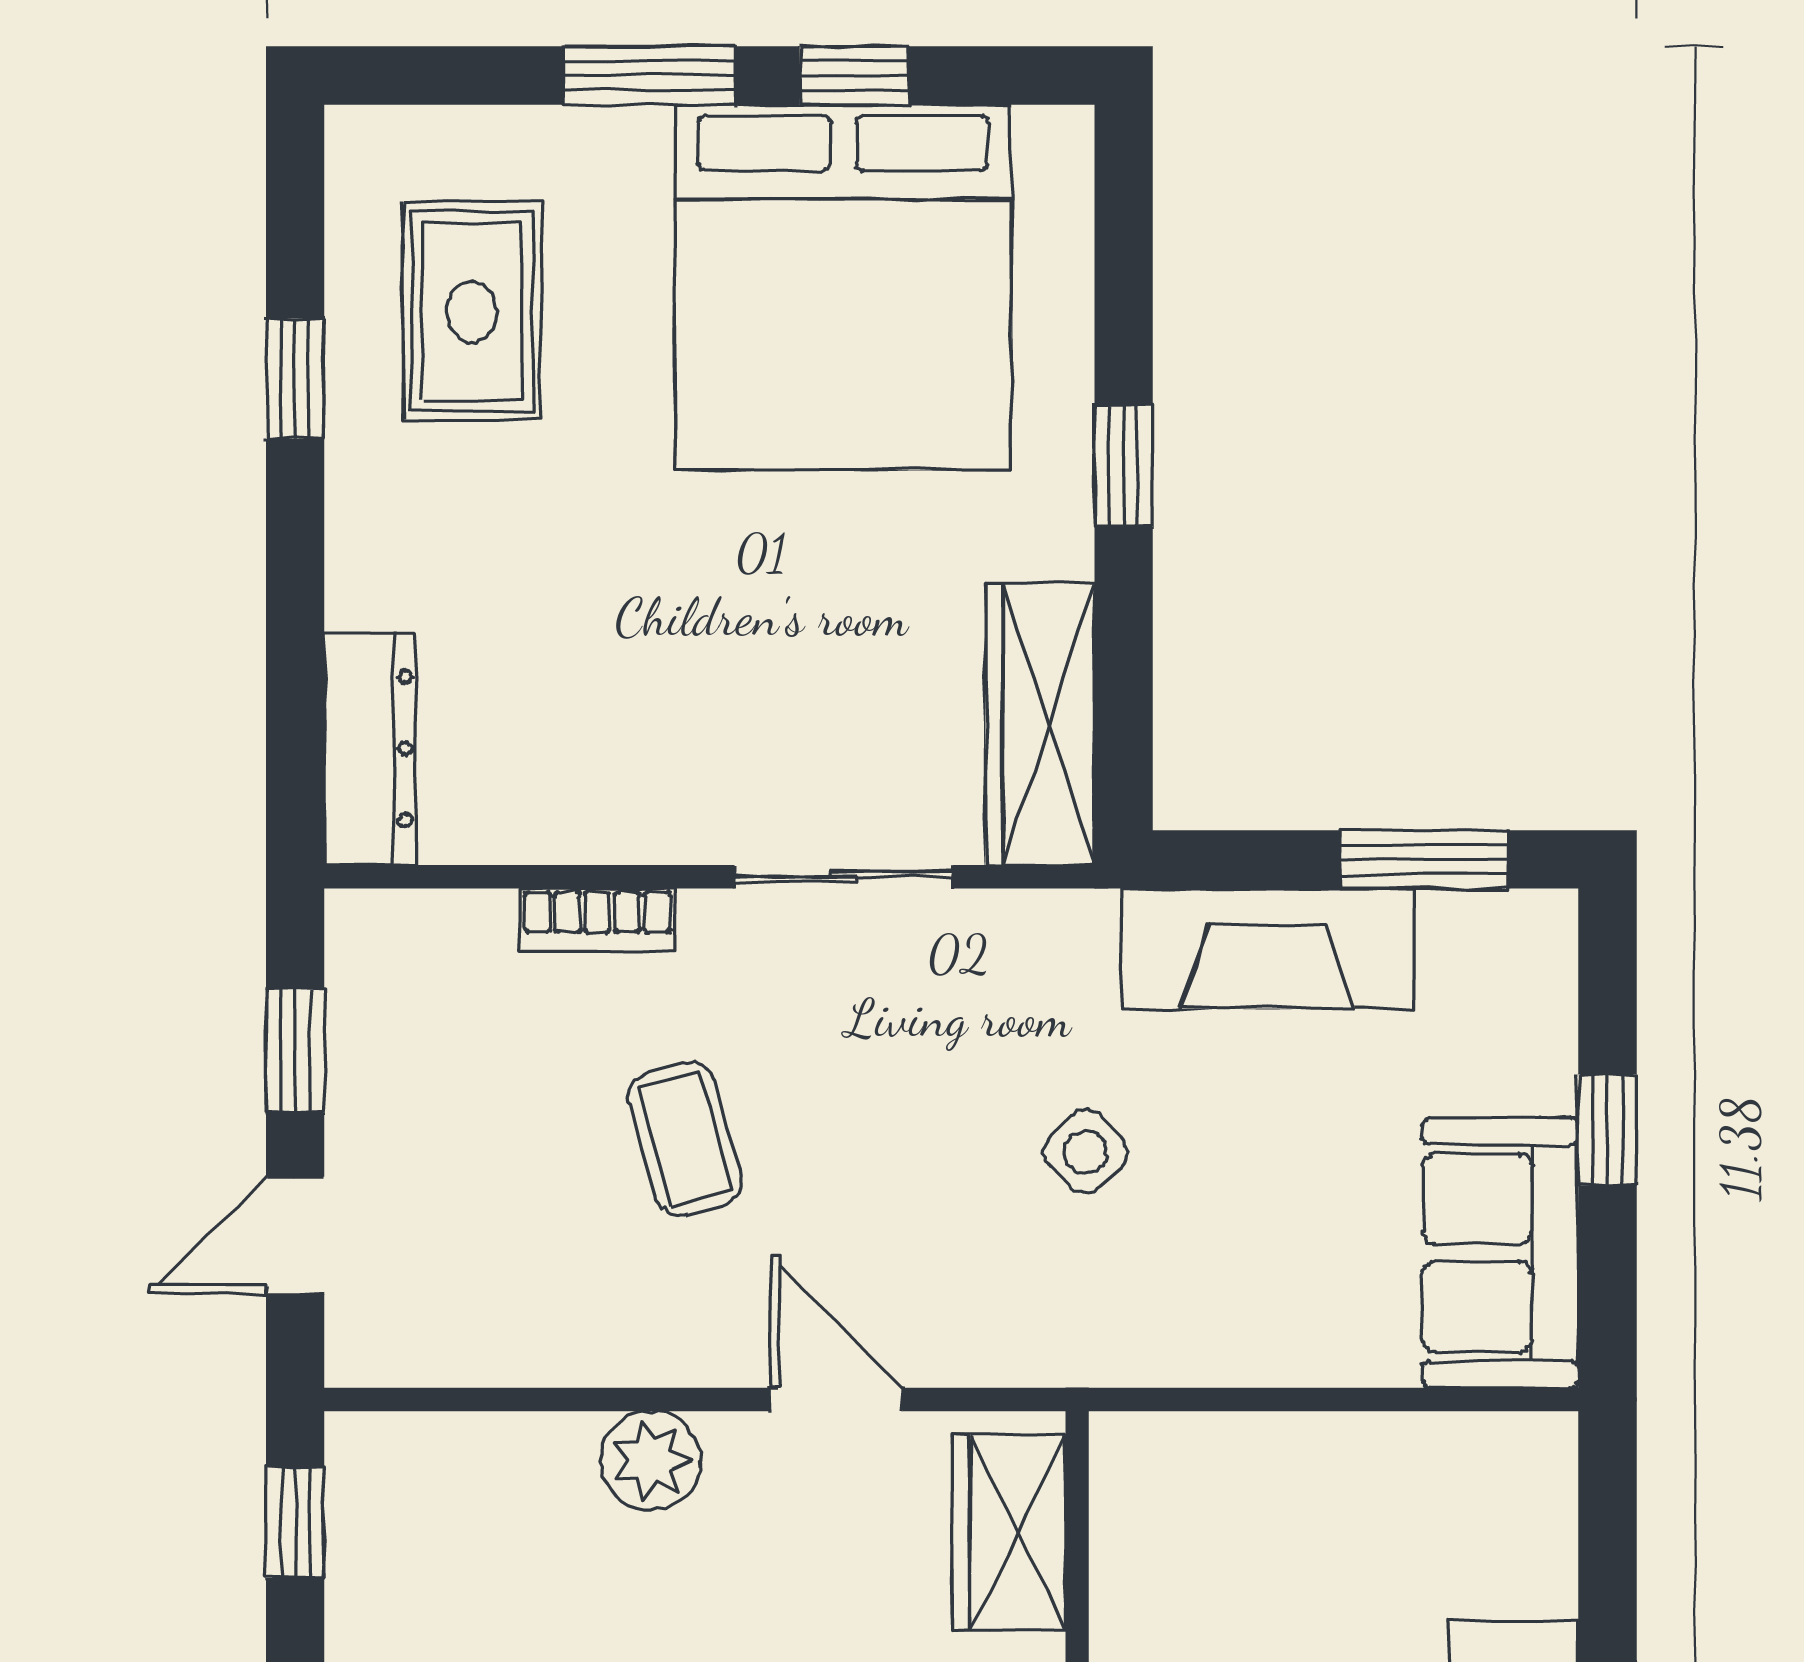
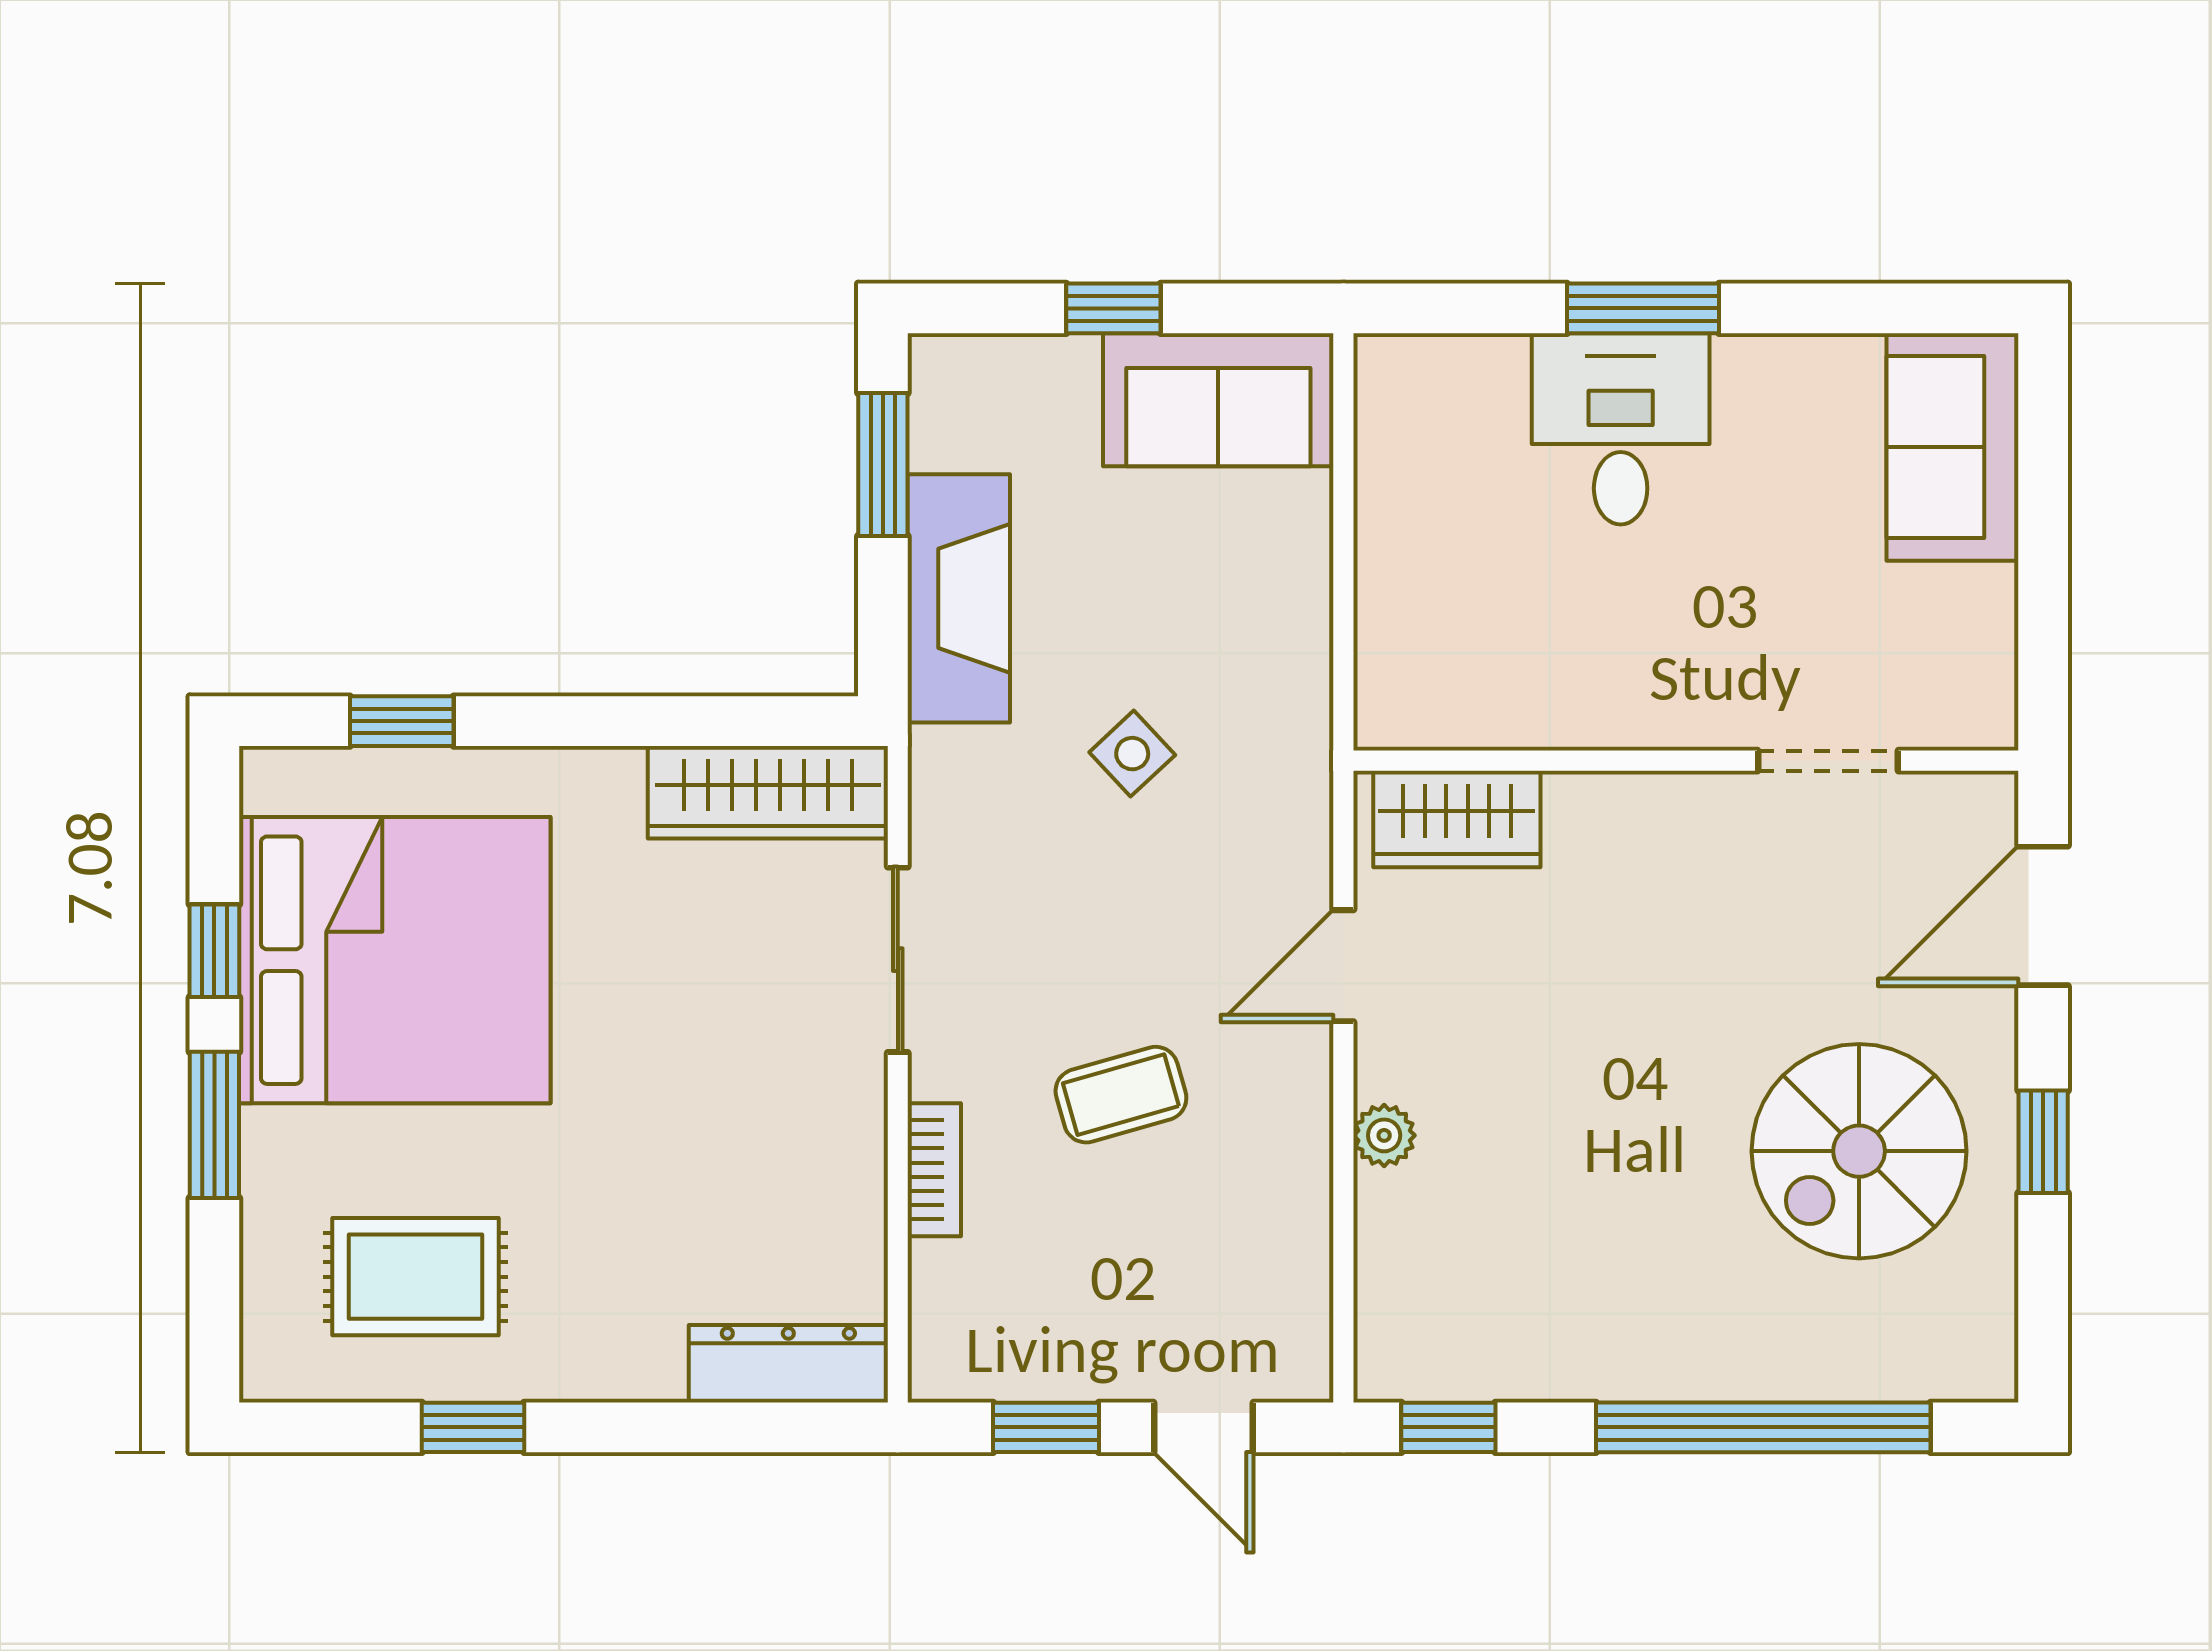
window: (1124, 466) -> (402, 721), moved
plant: (651, 1461) -> (1384, 1135), width x0.73, depth x0.73

